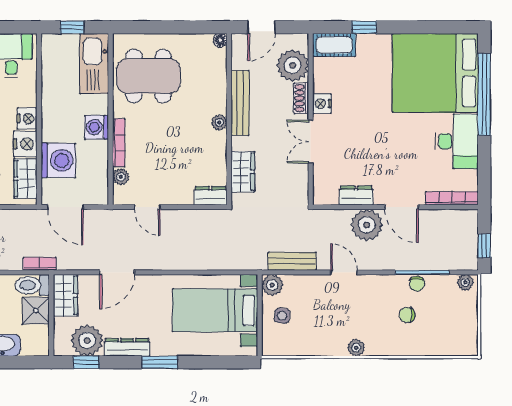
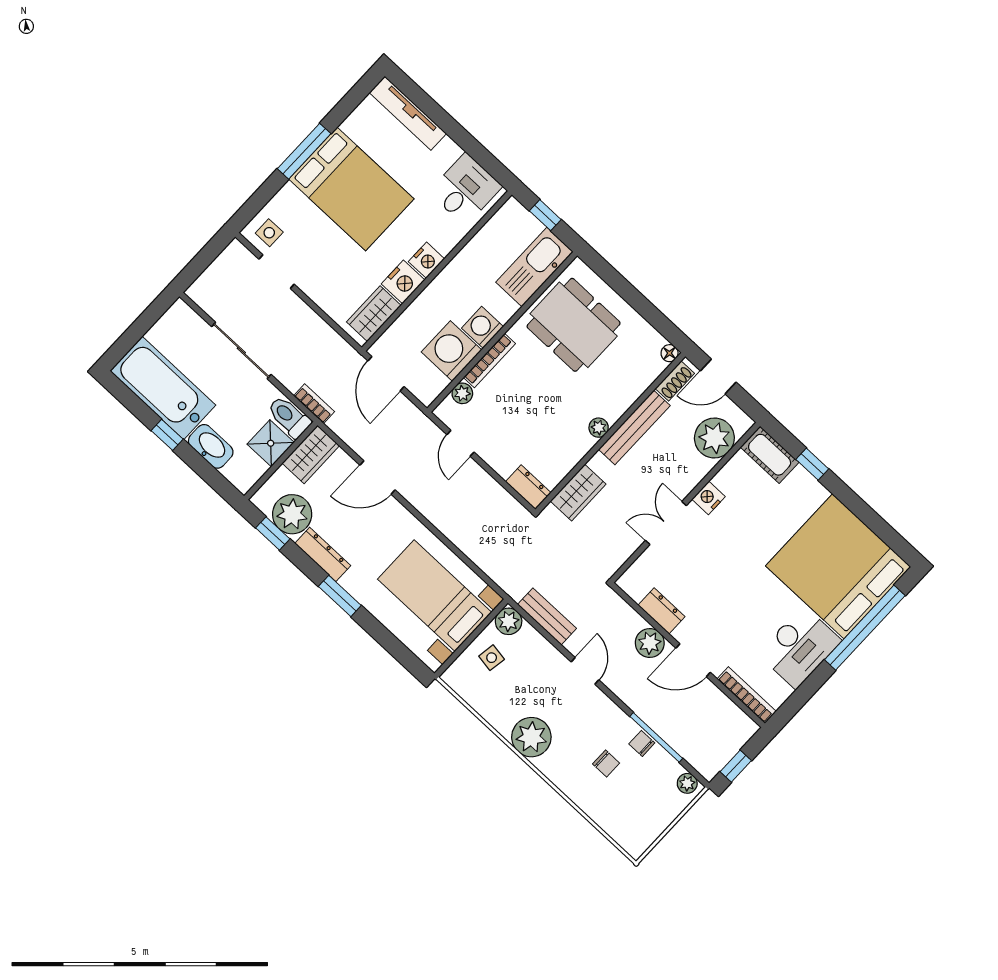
shoe rack: (301, 98) -> (675, 381), moved, turned 180
washing machine: (58, 160) -> (451, 351), moved, turned 180
door: (402, 207) -> (693, 660), hinge flipped
plant: (367, 225) -> (650, 643), width x0.73, depth x0.73
chair: (417, 284) -> (642, 743), turned 90
chair: (407, 315) -> (606, 763), turned 180
plant: (356, 348) -> (531, 737), width x1.87, depth x1.87

